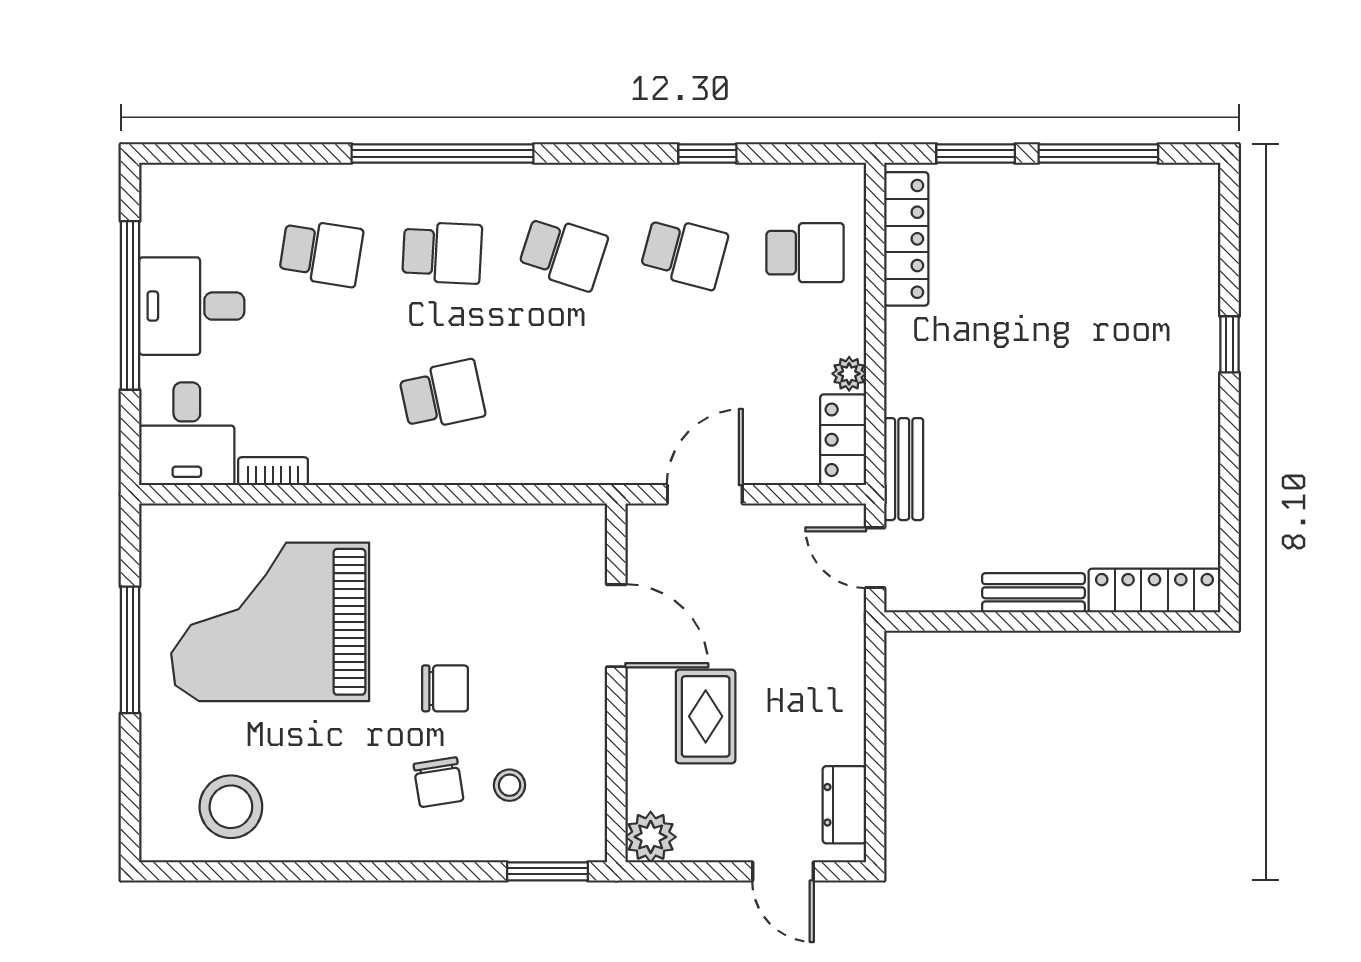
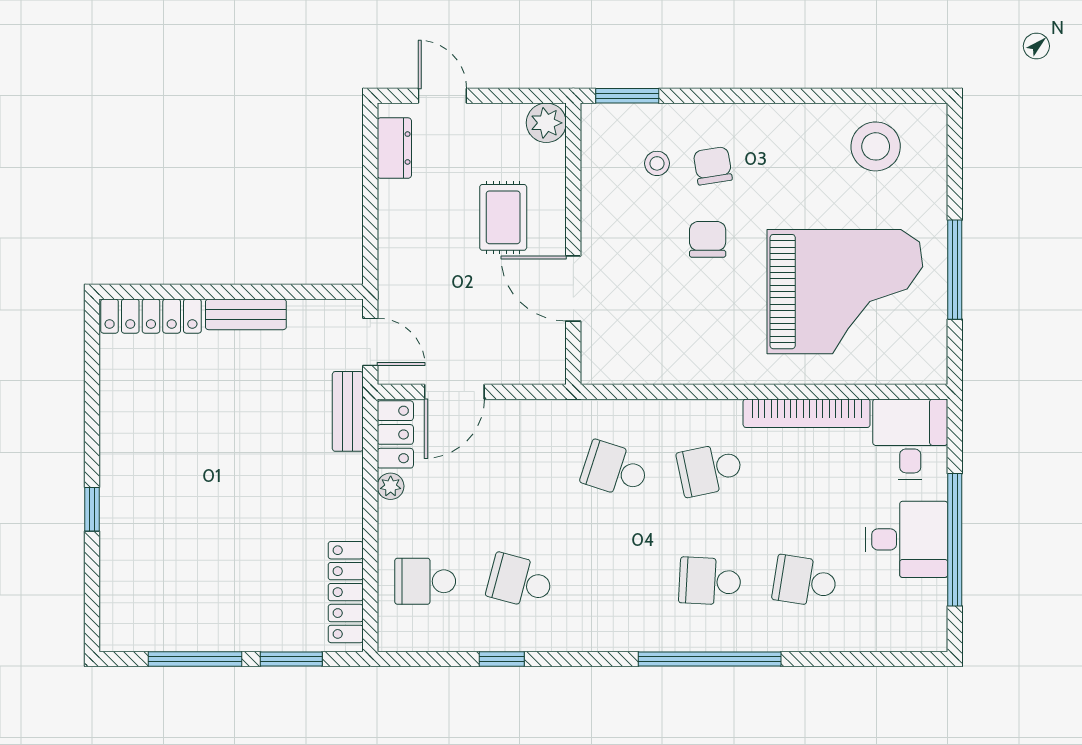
school desk: (563, 253) -> (615, 469), moved
bookcase: (273, 471) -> (807, 413), width x2.31, depth x1.31
door: (705, 494) -> (454, 392), moved
chair: (445, 688) -> (708, 239), turned 90

